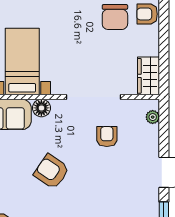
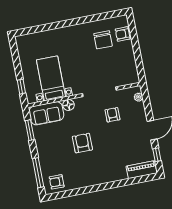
wardrobe: (149, 76) -> (131, 72), removed
armchair: (52, 172) -> (82, 143), turned 56

